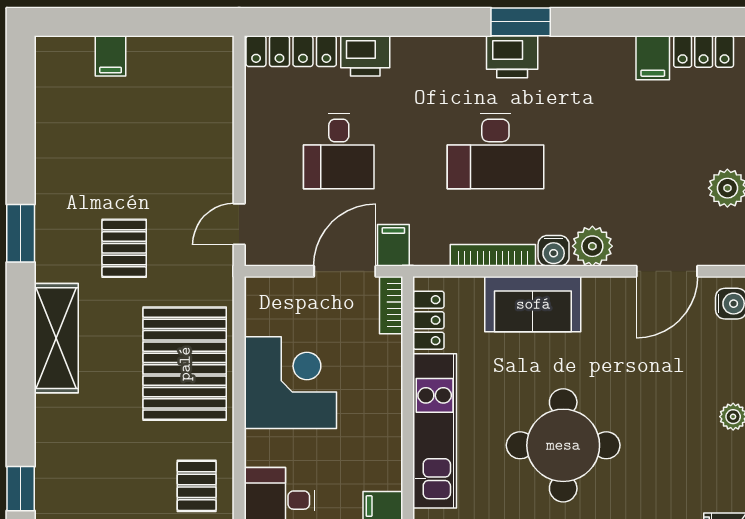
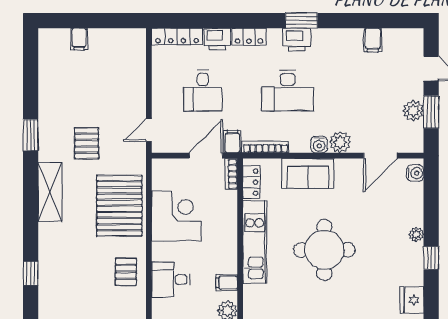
locker: (704, 52) -> (249, 37), moved
bookcase: (493, 255) -> (265, 147), moved

